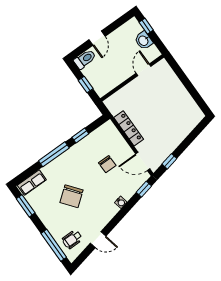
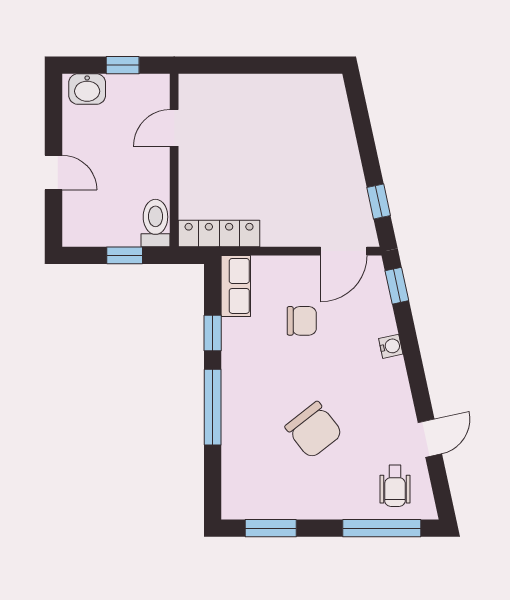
window: (146, 26) -> (123, 65), moved
washbasin: (144, 41) -> (87, 89), moved
toilet: (85, 59) -> (155, 223), moved
door: (144, 70) -> (174, 128), hinge flipped
locker: (129, 128) -> (219, 233), moved
row of seats: (32, 183) -> (236, 286), moved

